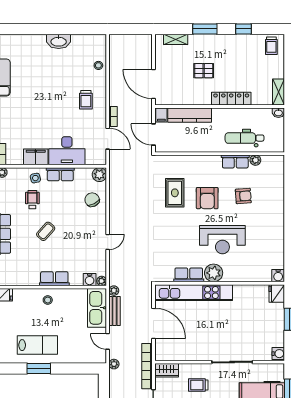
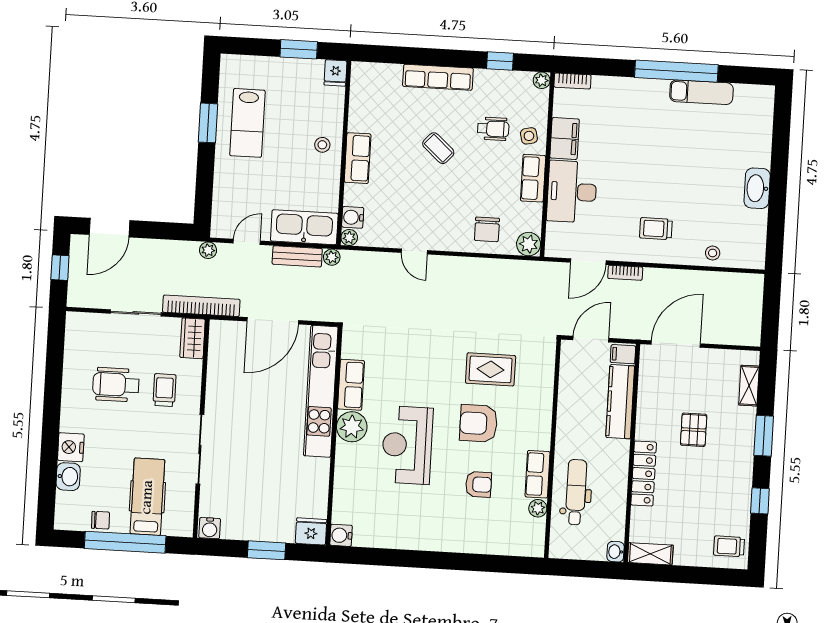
armchair: (243, 196) -> (479, 484), turned -86
chair: (92, 200) -> (487, 229), turned 117

